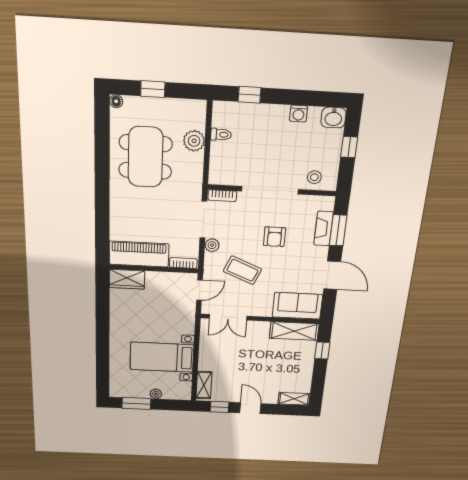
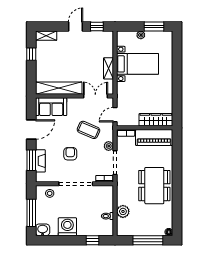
window: (153, 89) -> (148, 240), width x2.17
washing machine: (299, 114) -> (67, 227), width x1.89, depth x1.89
window: (349, 147) -> (31, 213), width x2.17
dining table: (145, 157) -> (154, 186), moved
door: (332, 275) -> (31, 130), swing flipped
wardrobe: (127, 279) -> (156, 120), width x1.50
shelving: (294, 331) -> (59, 88), width x1.47
window: (322, 351) -> (31, 54), moved
shelving: (204, 385) -> (108, 68), moved
door: (250, 408) -> (76, 26), swing flipped

